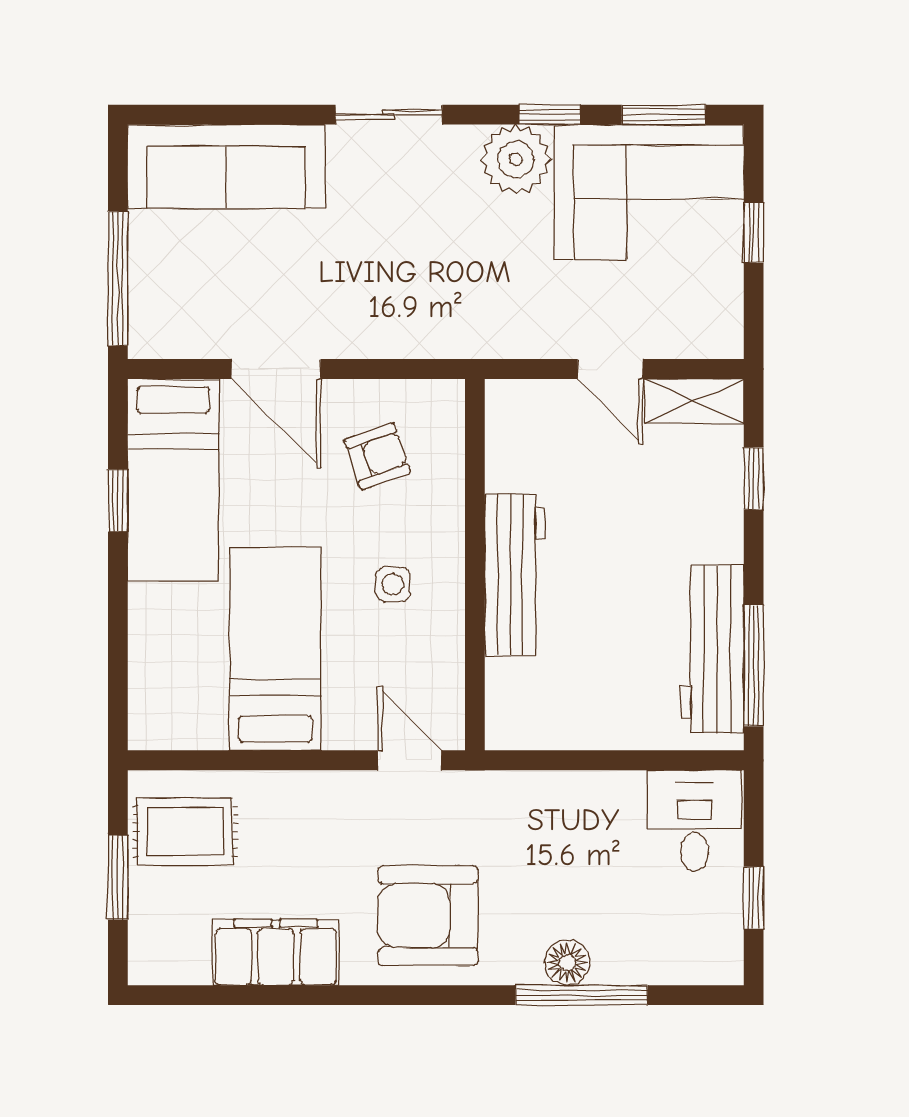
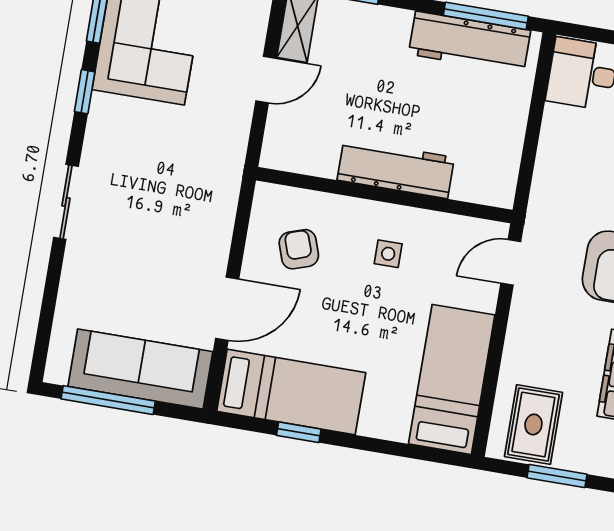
plant: (516, 159) -> (111, 120), removed
sofa: (226, 166) -> (140, 369), moved, turned -90
window: (118, 278) -> (108, 400), moved
bed: (275, 649) -> (452, 379), moved, turned 90

